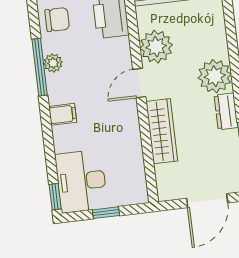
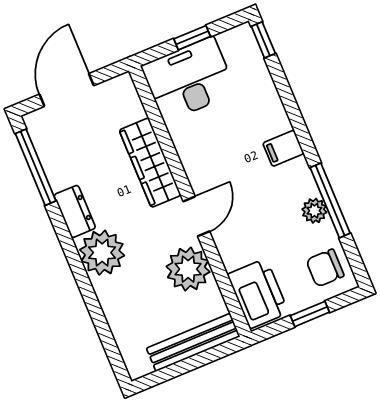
desk: (81, 181) -> (189, 79), moved, turned -90

